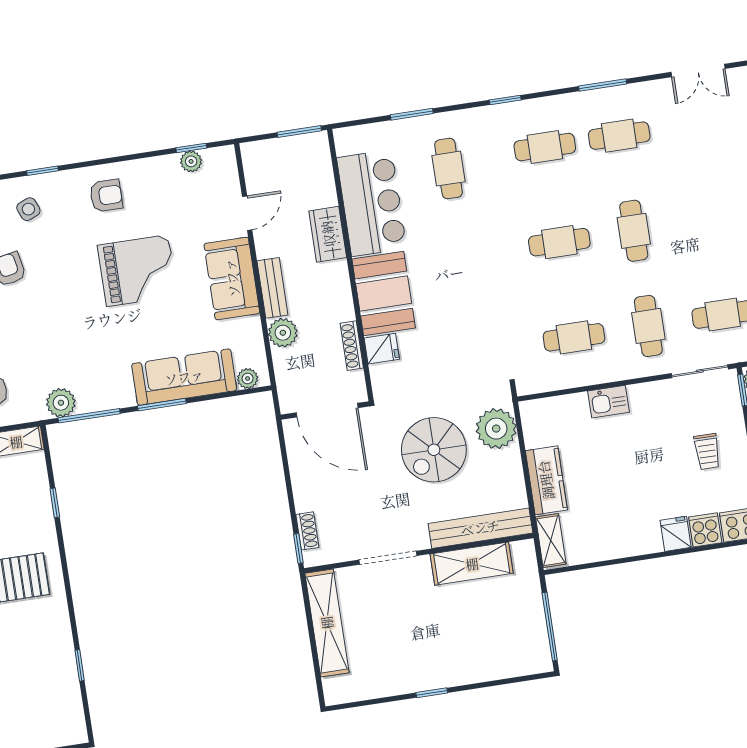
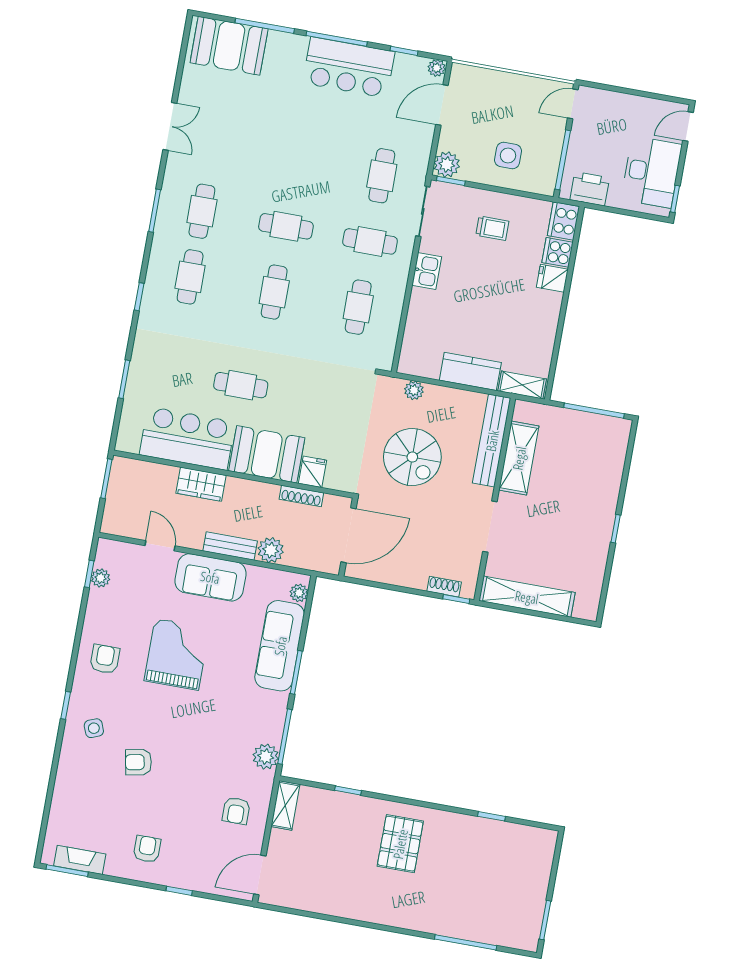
cafe table: (449, 169) -> (241, 385), moved
kitchen sink: (609, 402) -> (427, 271), moved
plant: (496, 429) -> (414, 390), width x0.53, depth x0.53

